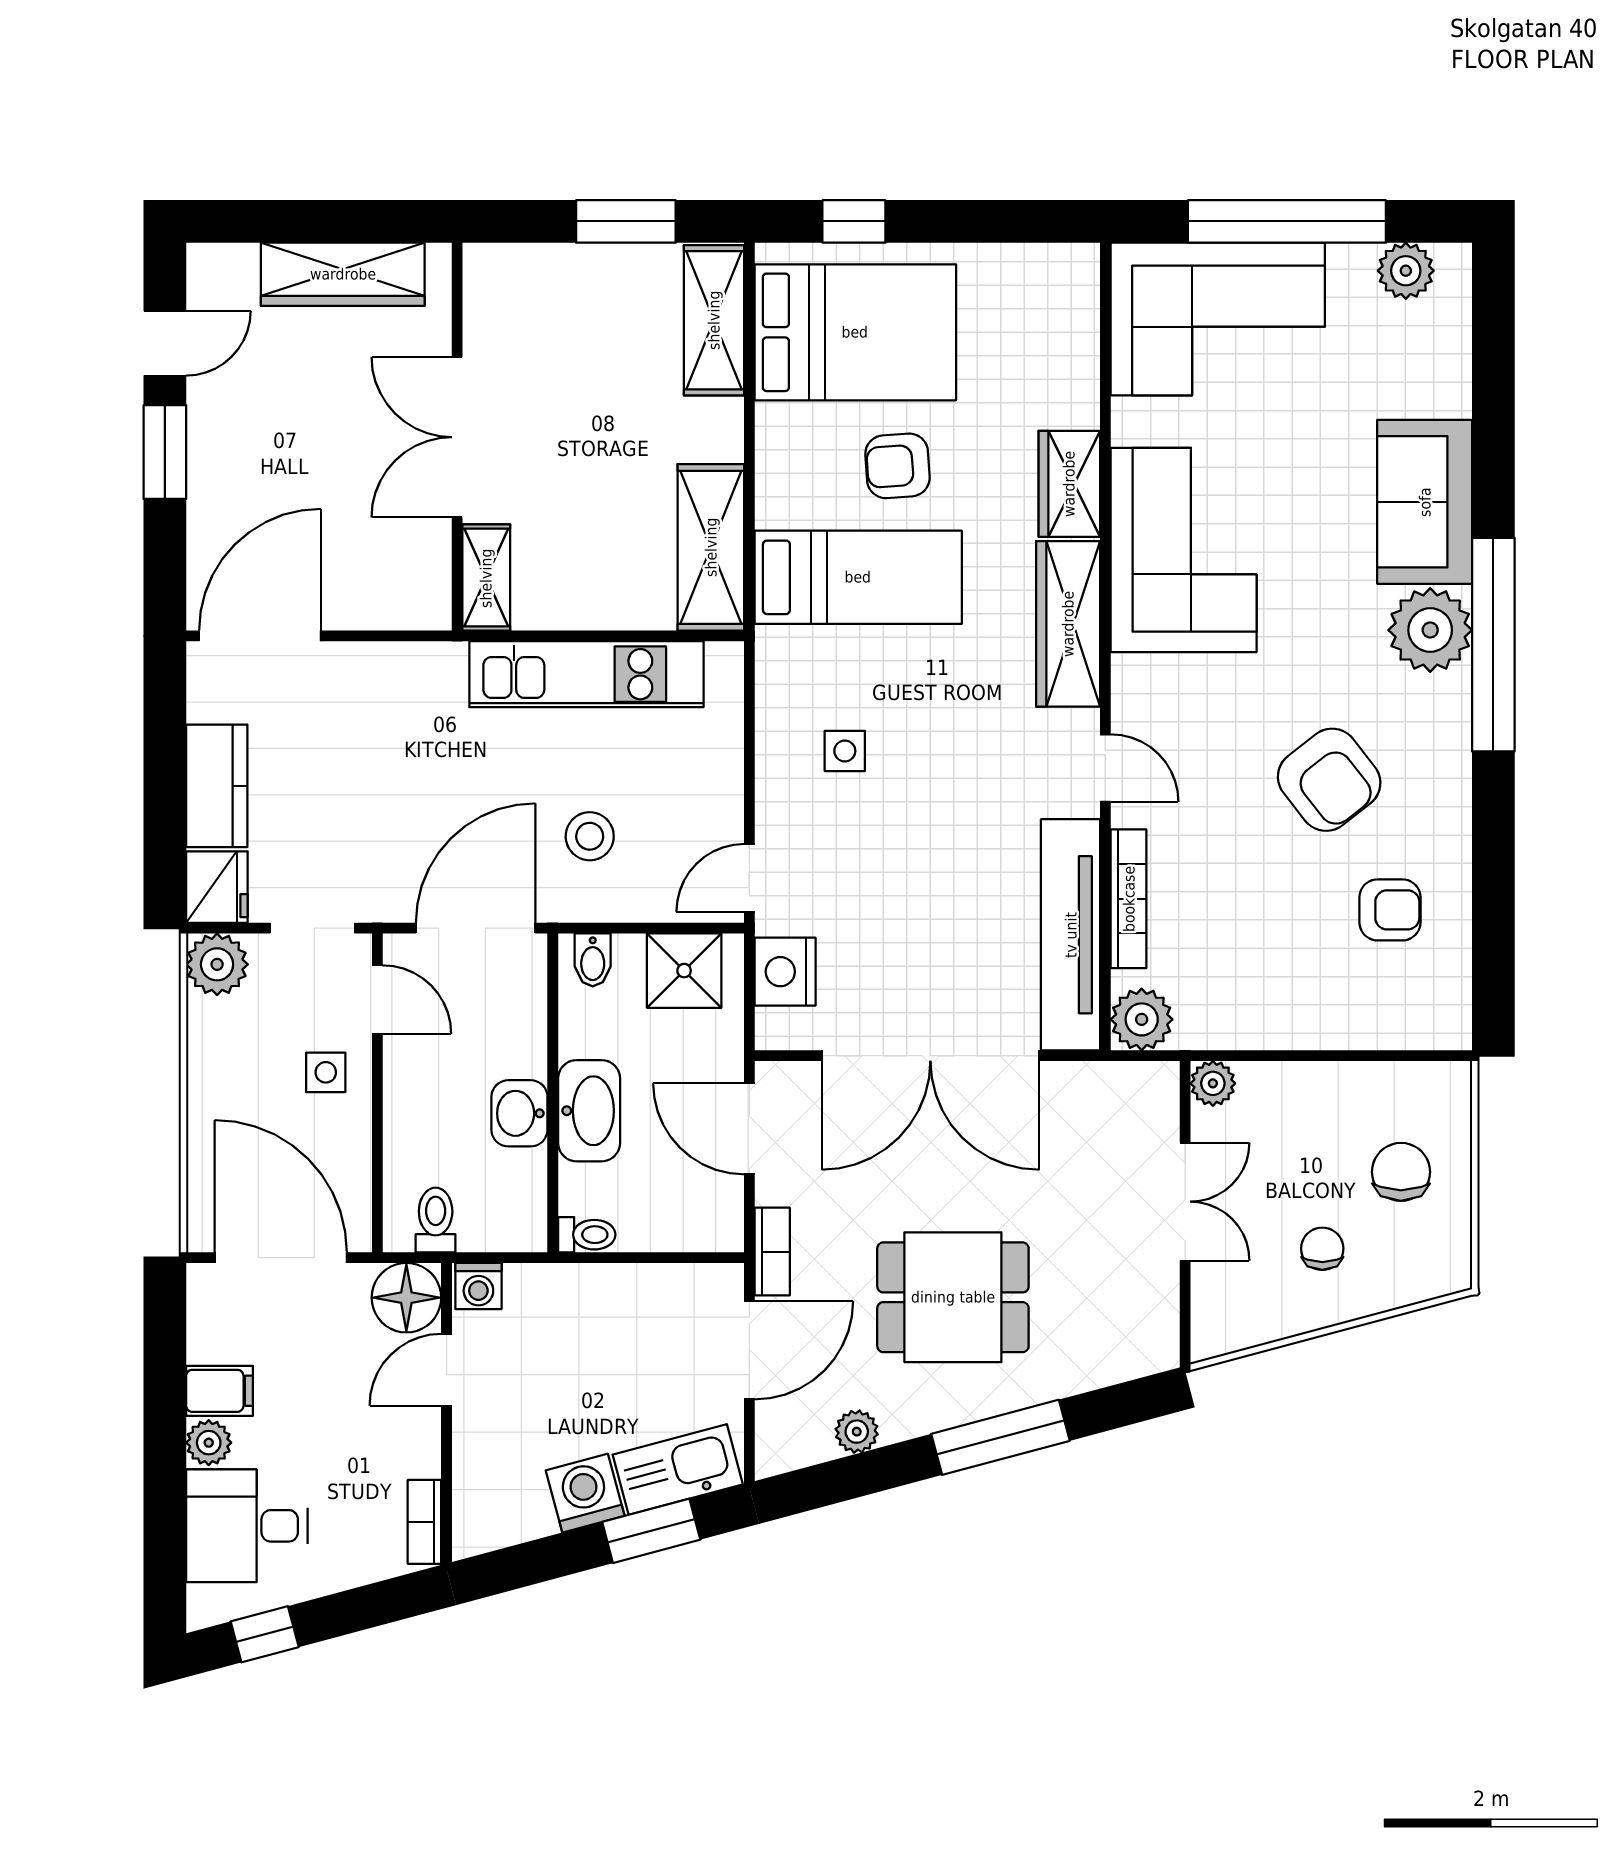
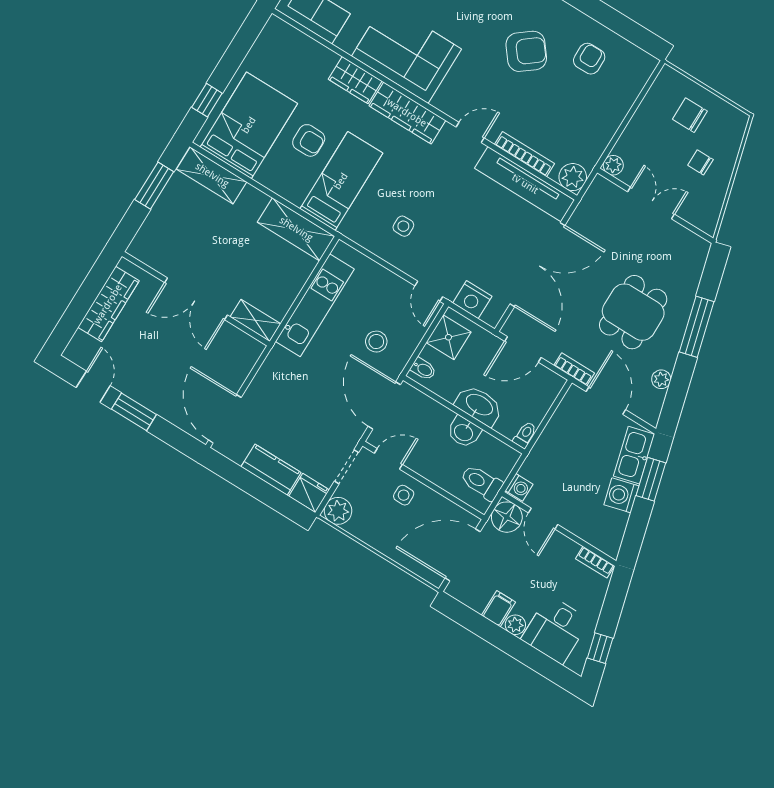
armchair: (897, 466) -> (309, 140), turned -86
toilet: (436, 1220) -> (481, 482), width x1.37, depth x1.39

